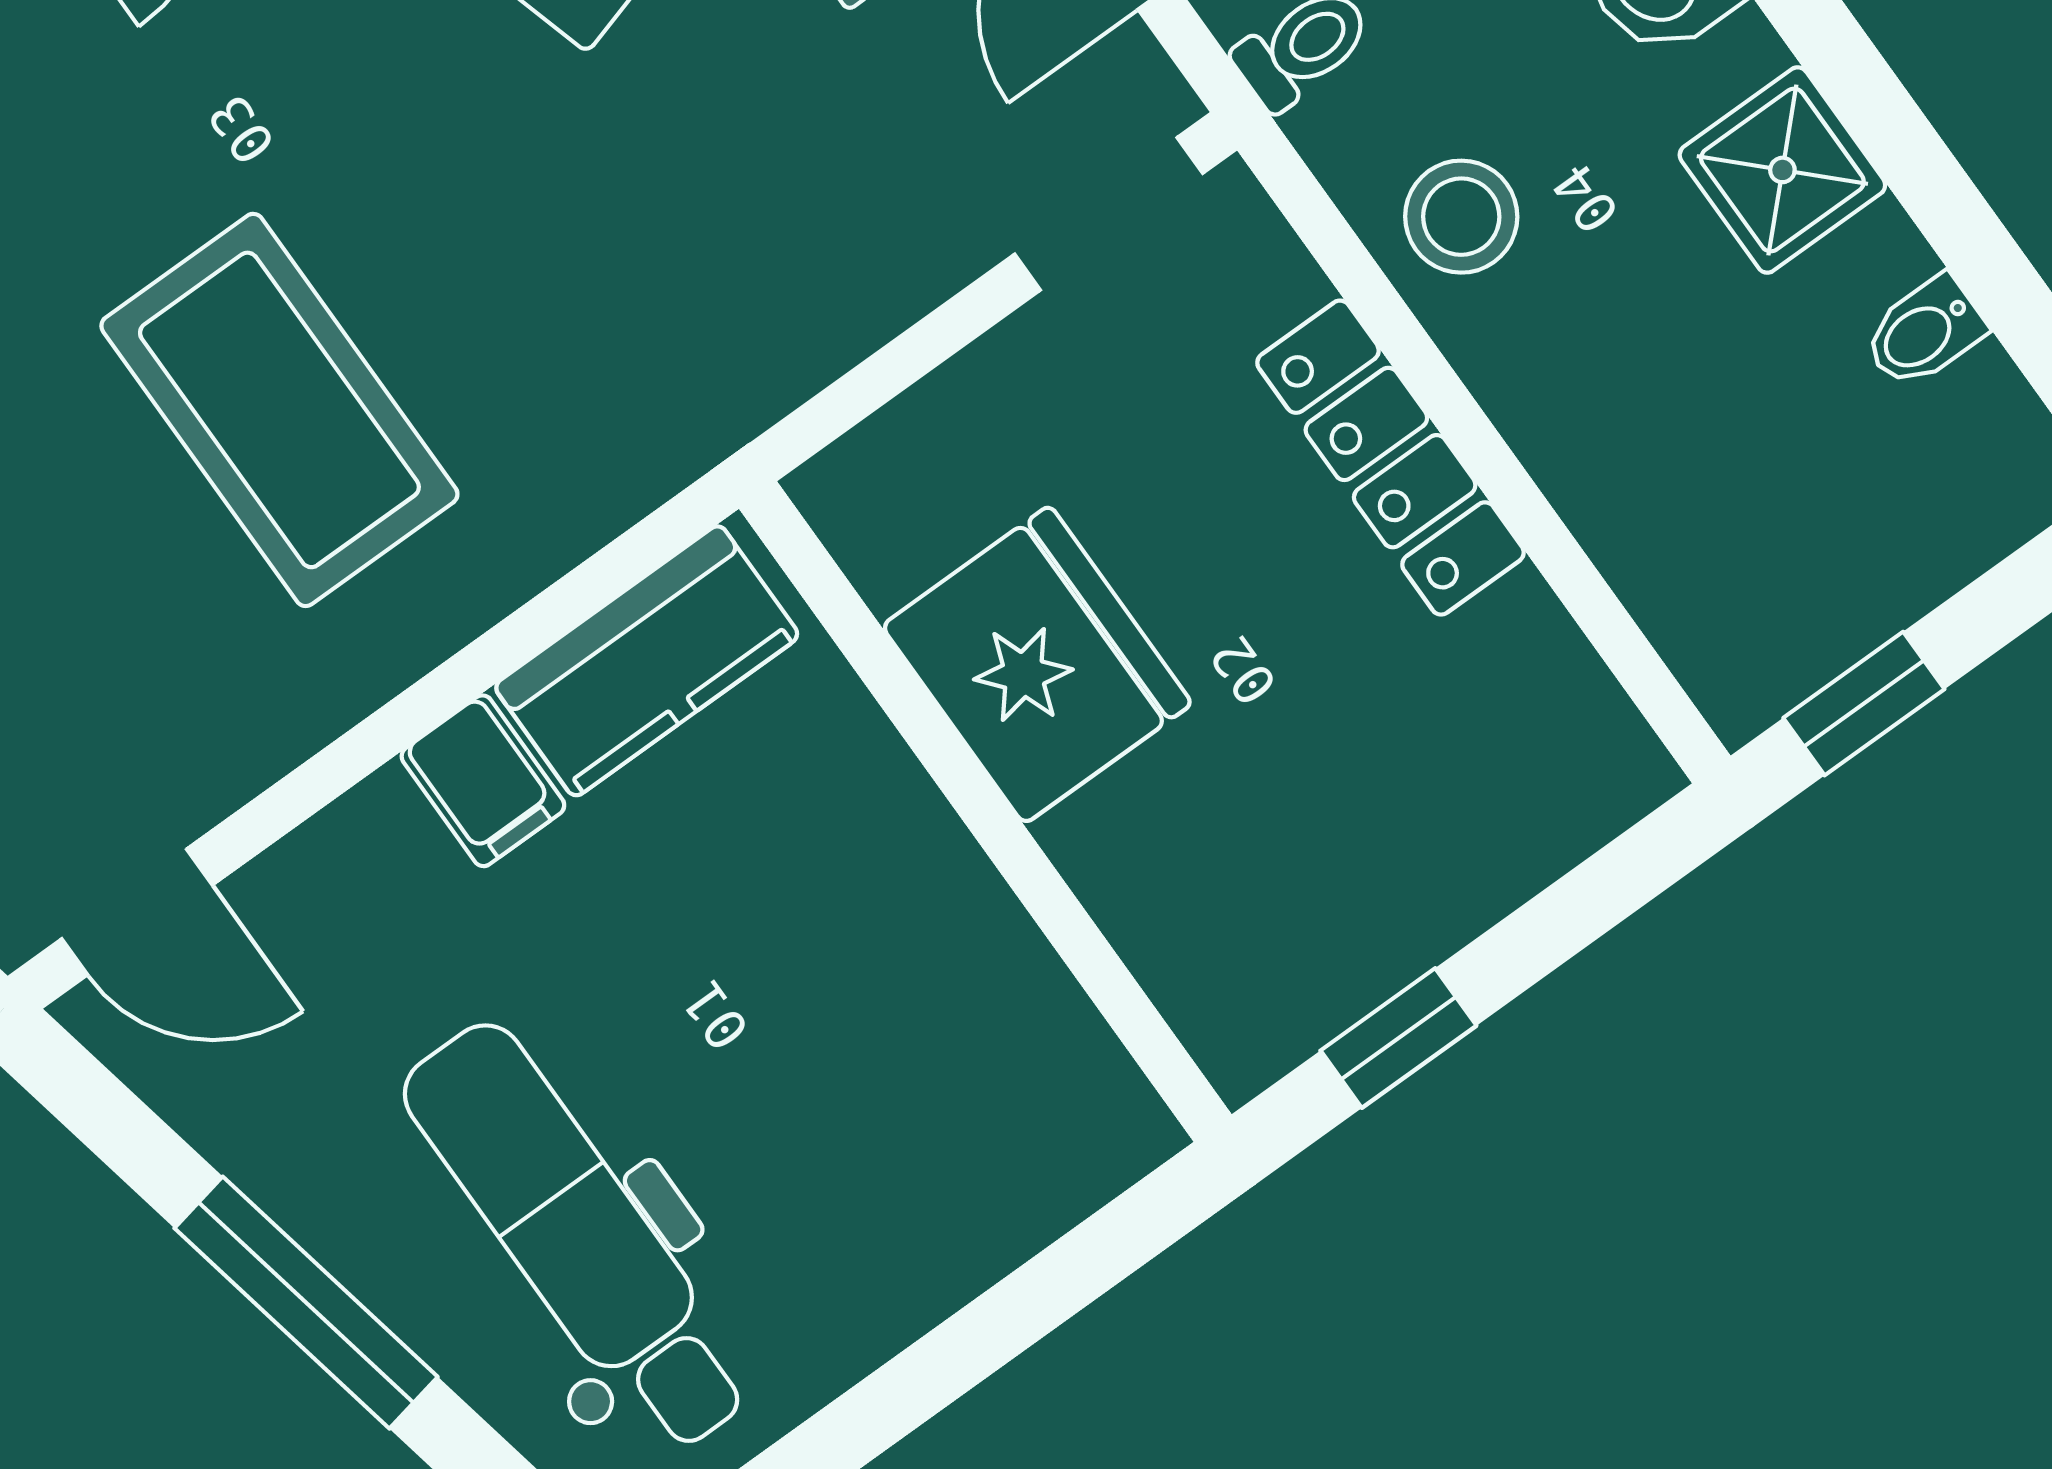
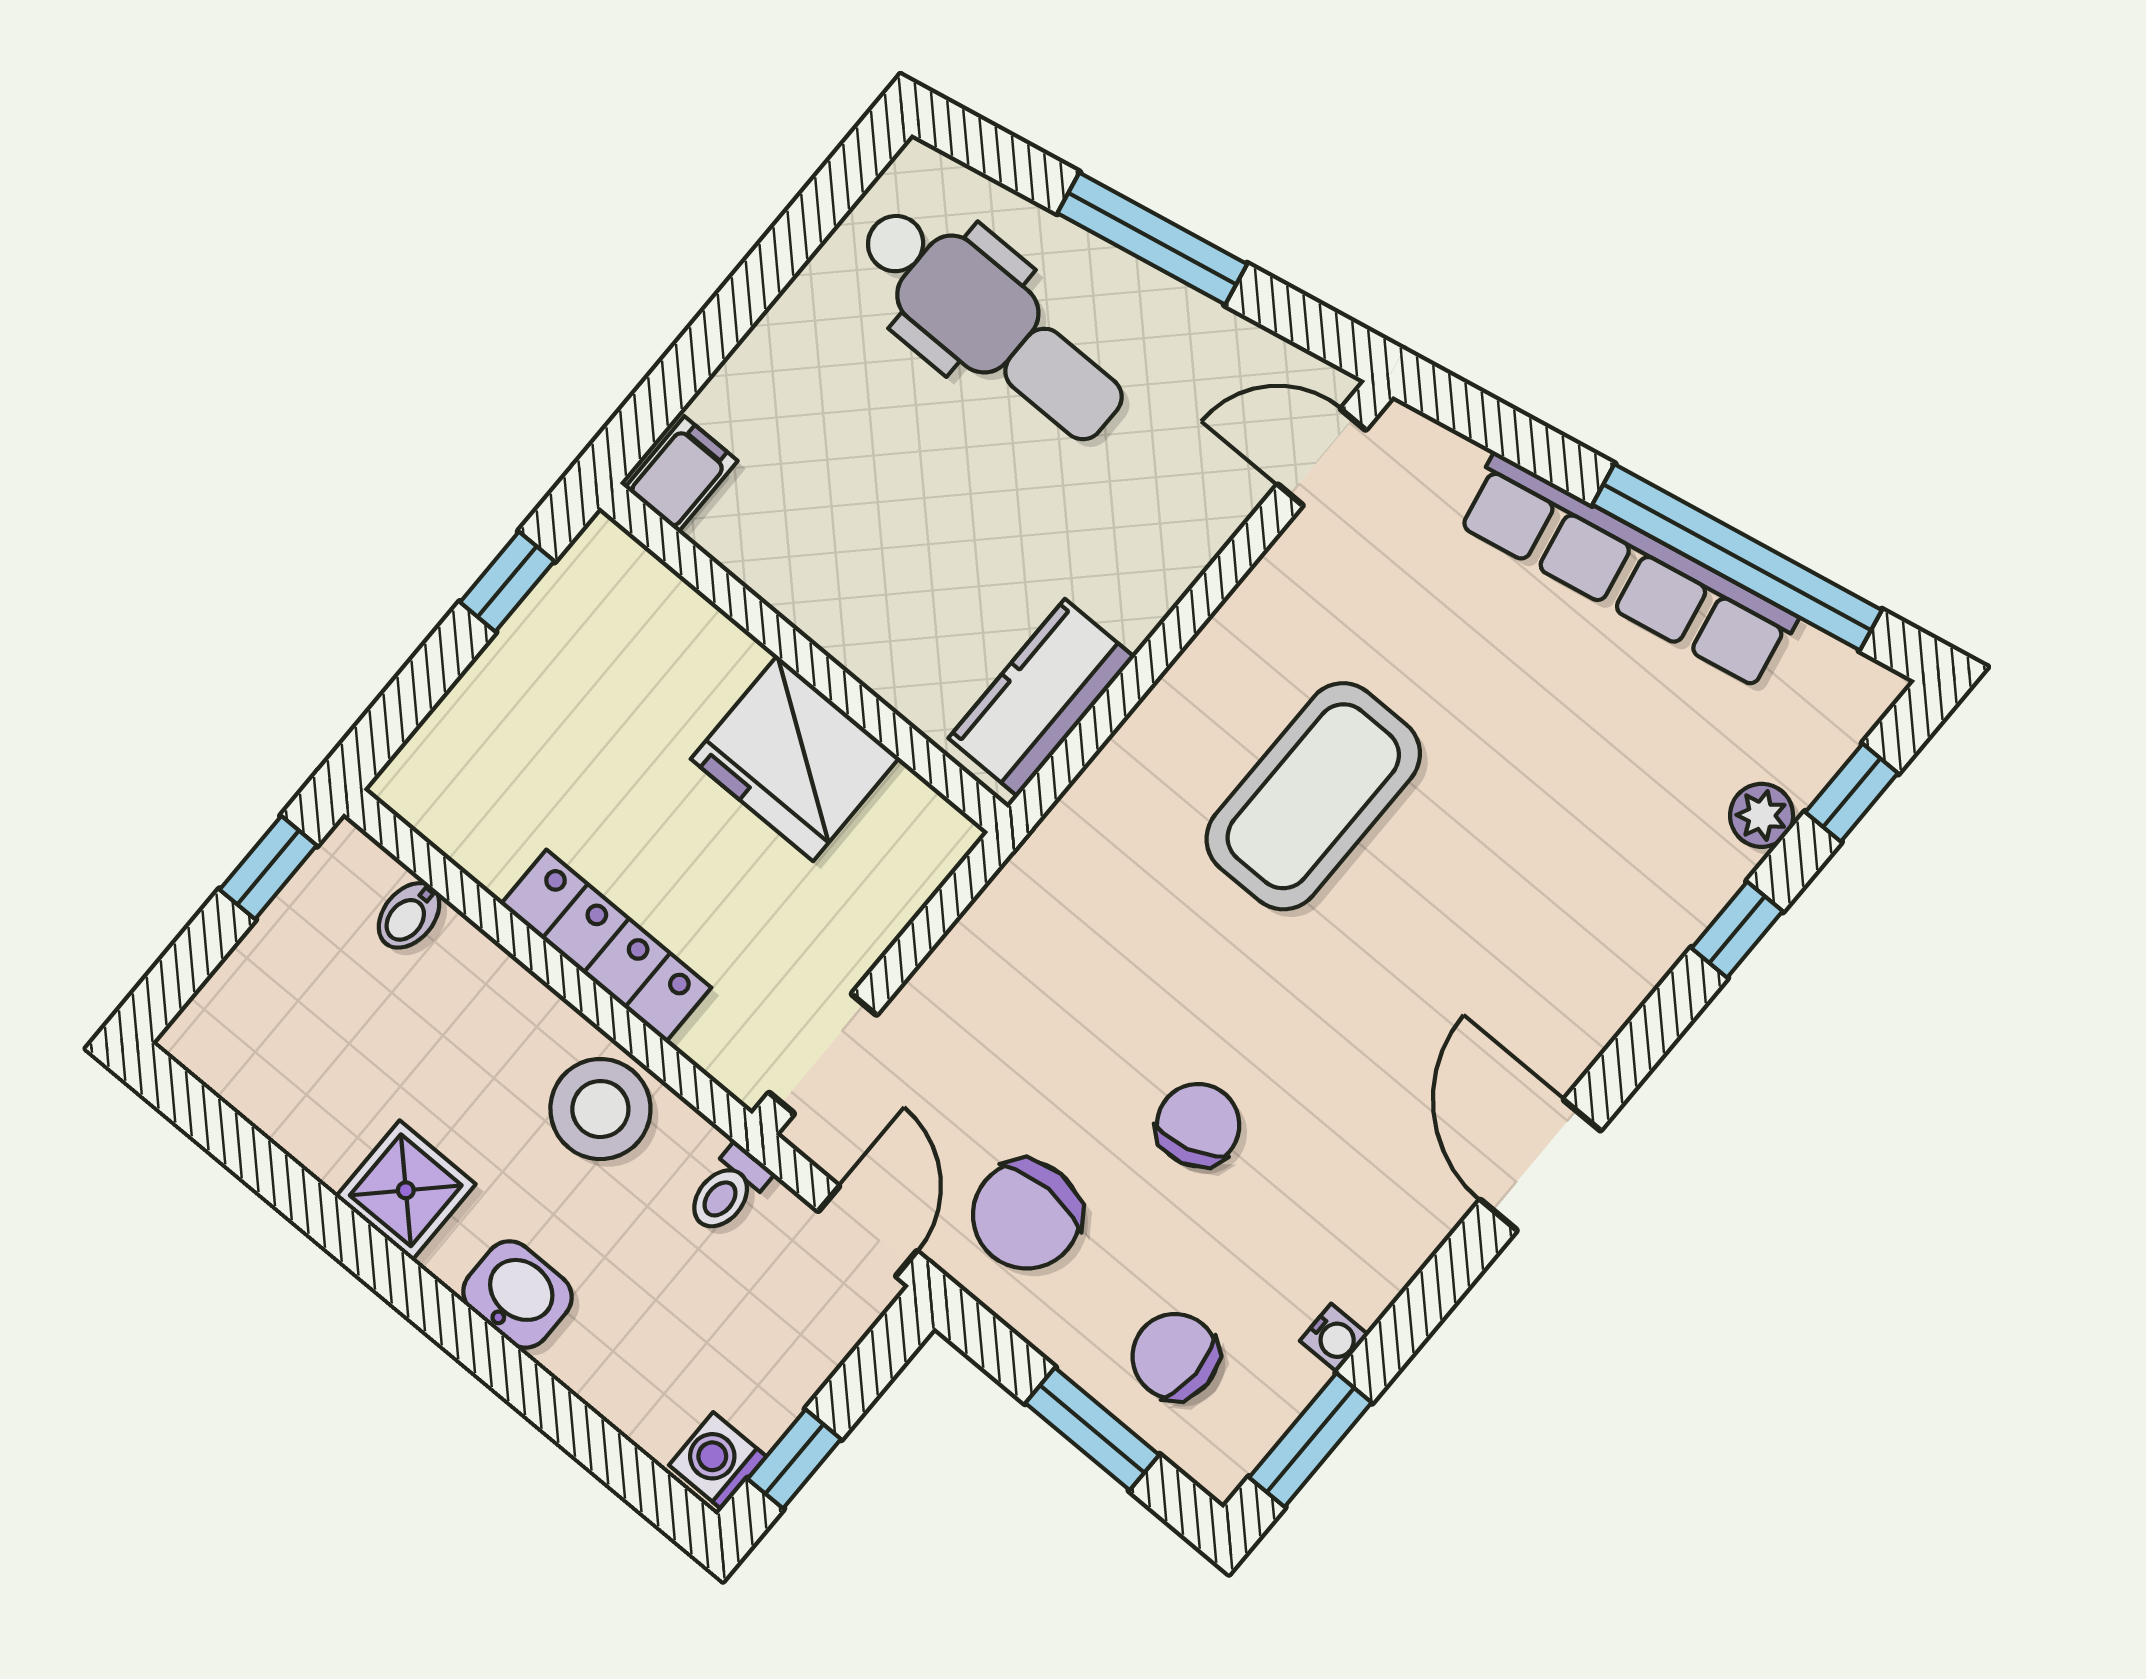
stool: (1461, 217) -> (600, 1109), width x1.38, depth x1.38
bidet: (1924, 332) -> (409, 915), moved, turned 180
coffee table: (279, 410) -> (1313, 796), turned 90
filing cabinet: (483, 781) -> (681, 474), moved, turned 90

